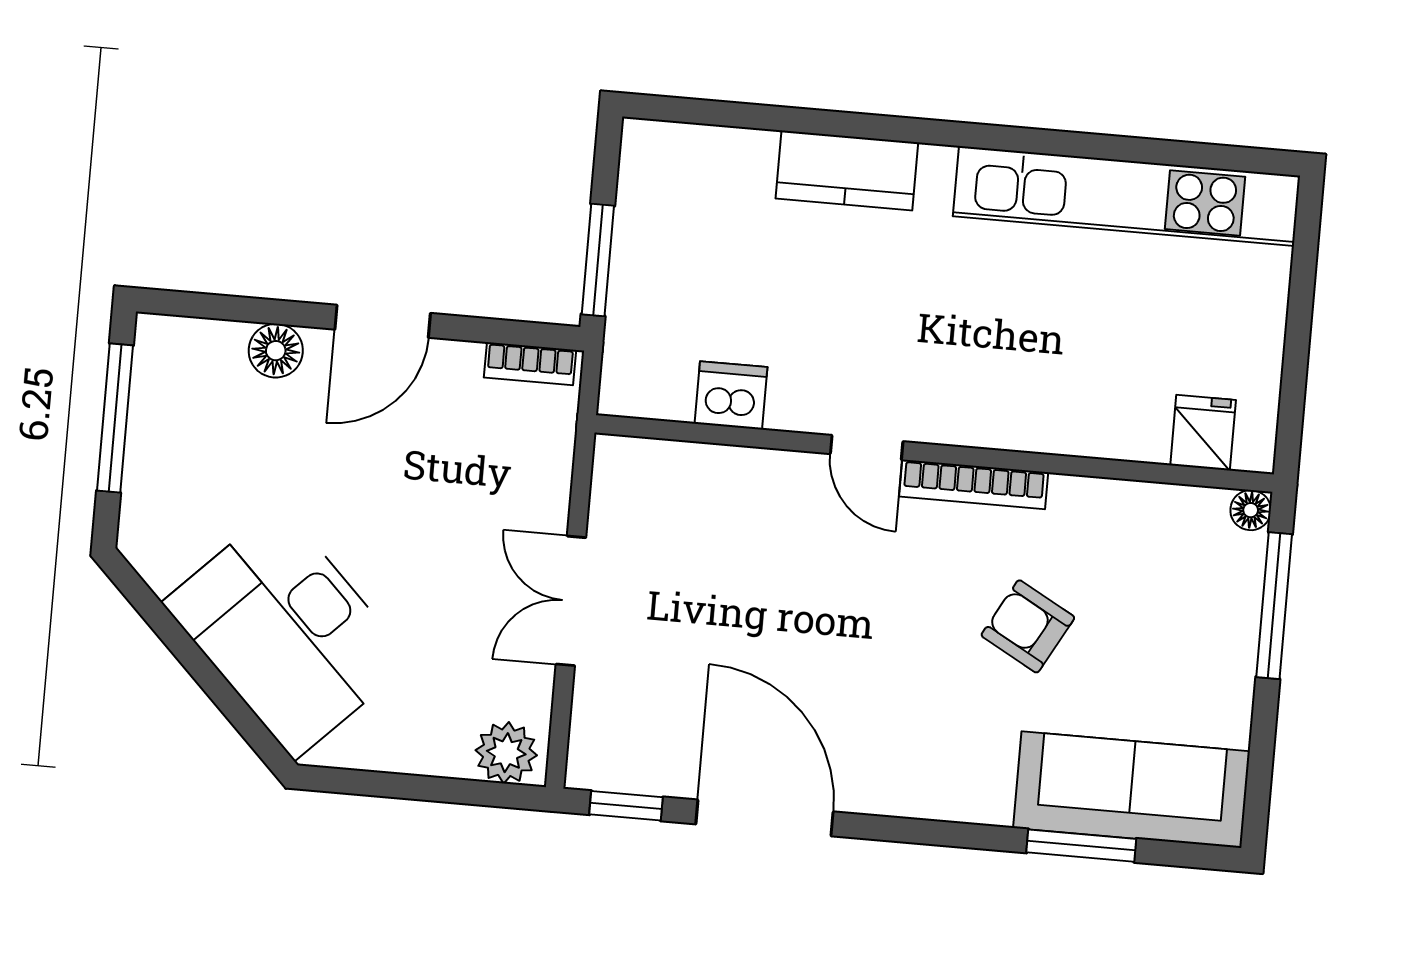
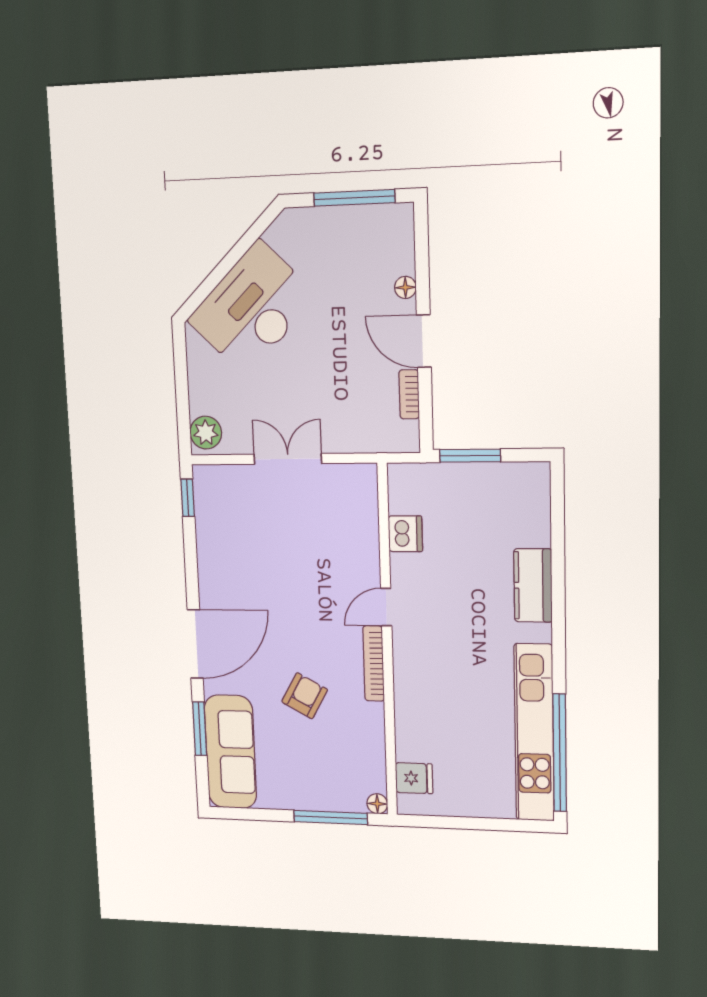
window: (1168, 153) -> (560, 753), added
floor lamp: (276, 351) -> (405, 287), width x0.73, depth x0.73
bookcase: (530, 364) -> (409, 394), moved
door: (765, 818) -> (195, 644), moved

